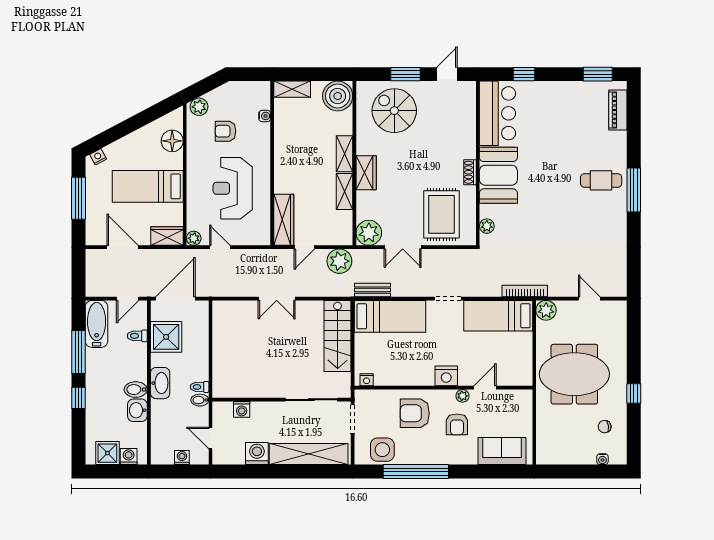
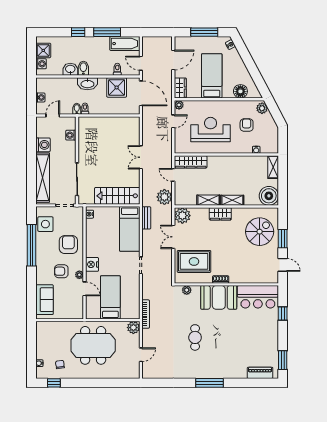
cafe table: (601, 180) -> (195, 337), moved
bed: (498, 316) -> (110, 297), moved
meeting table: (574, 374) -> (93, 345), turned 90
window: (634, 394) -> (54, 383), moved

